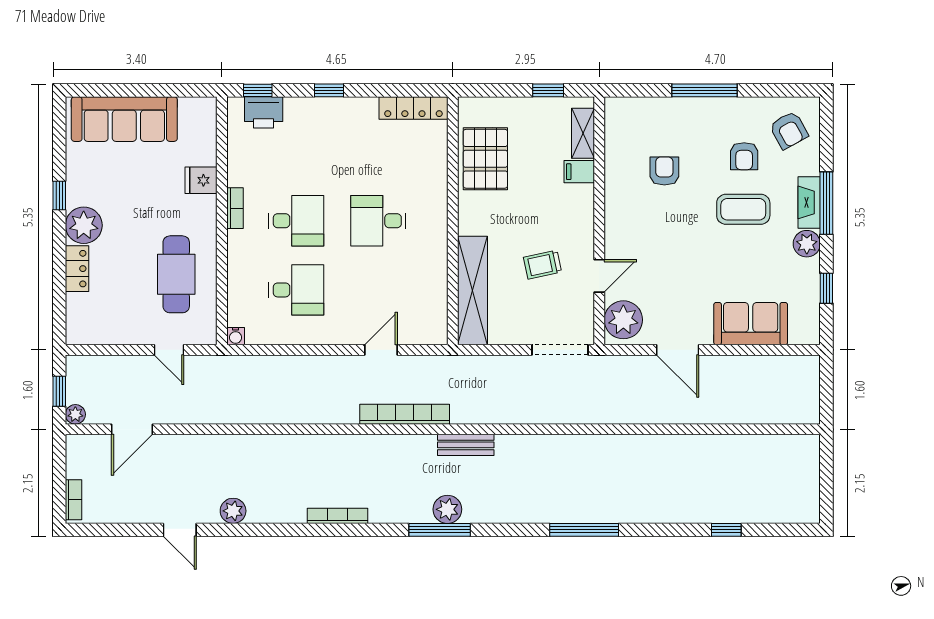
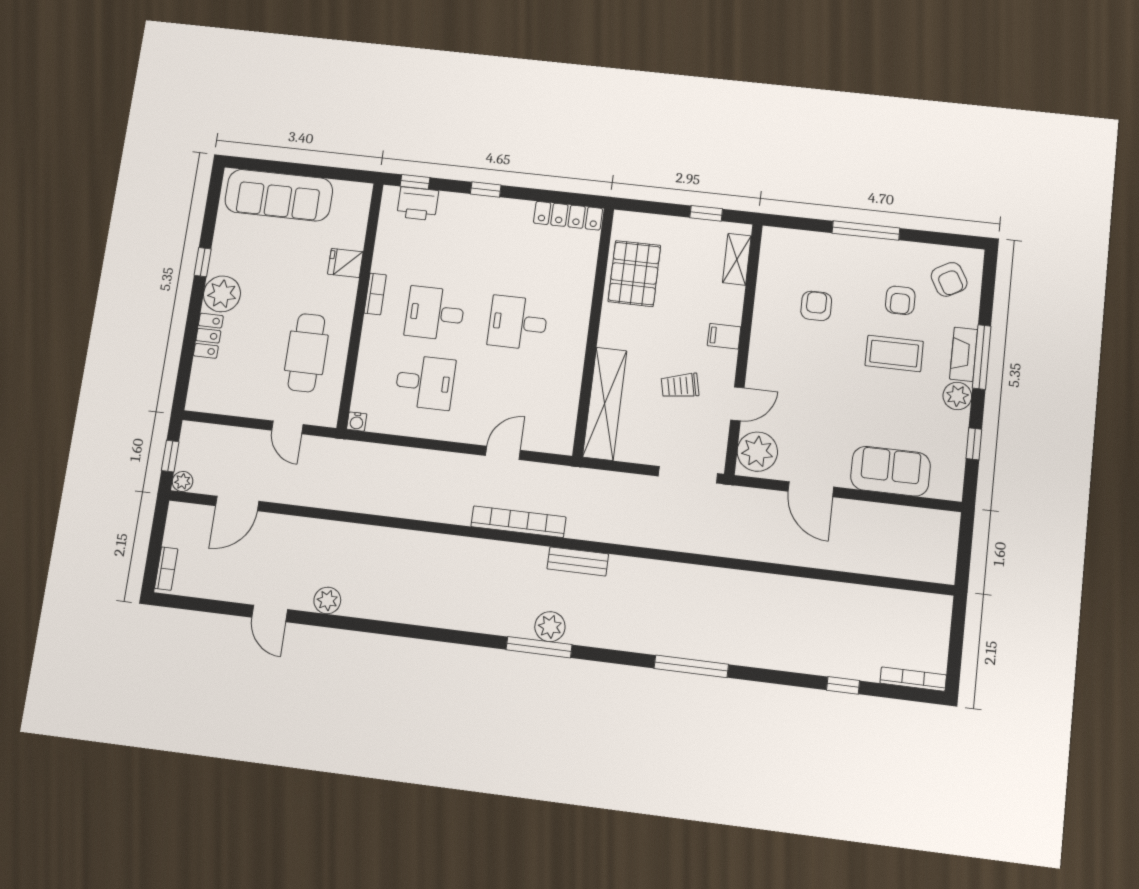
filing cabinet: (579, 172) -> (724, 336), moved
desk: (296, 221) -> (435, 313), turned 180
bookcase: (337, 516) -> (913, 679), moved

